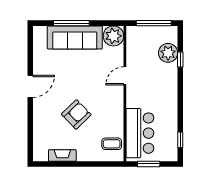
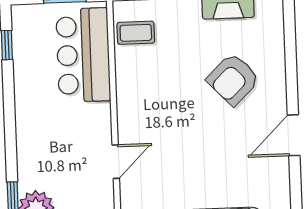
armchair: (76, 114) -> (233, 79), moved

